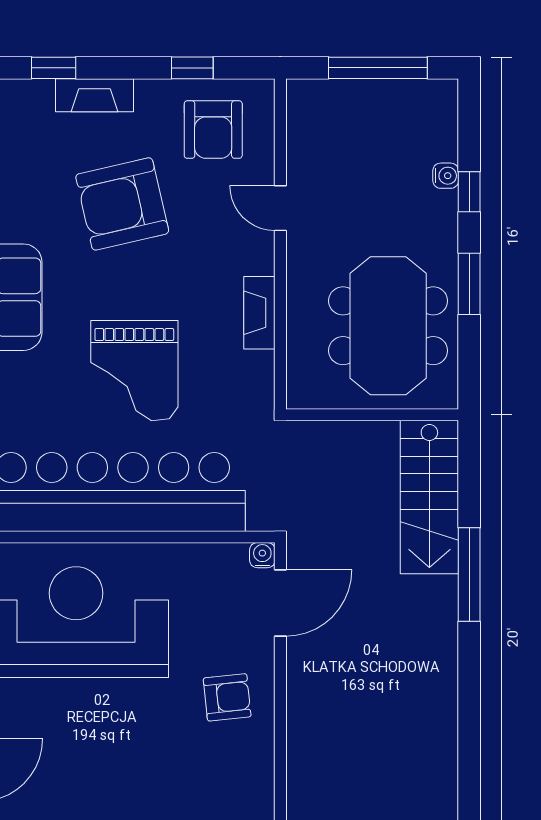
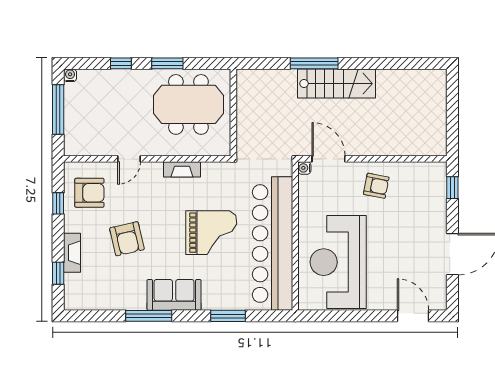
water cooler: (446, 176) -> (70, 75), moved
armchair: (122, 204) -> (127, 239), width x0.73, depth x0.73
stairs: (429, 497) -> (337, 84), moved
armchair: (227, 697) -> (376, 186), turned 107

